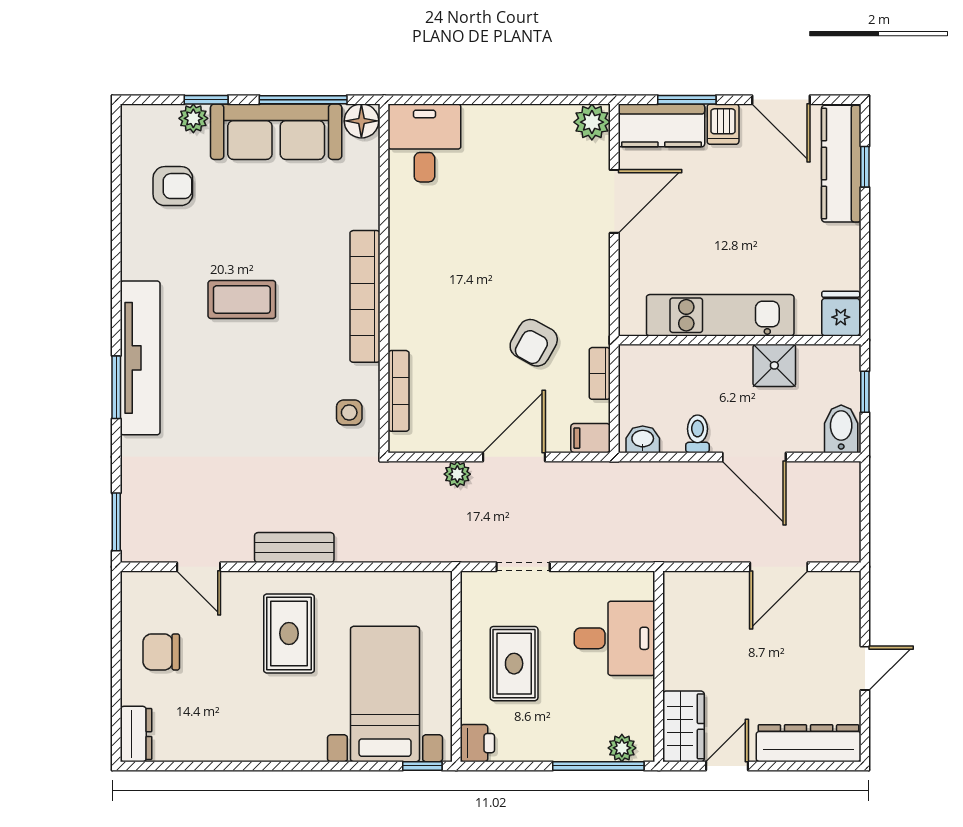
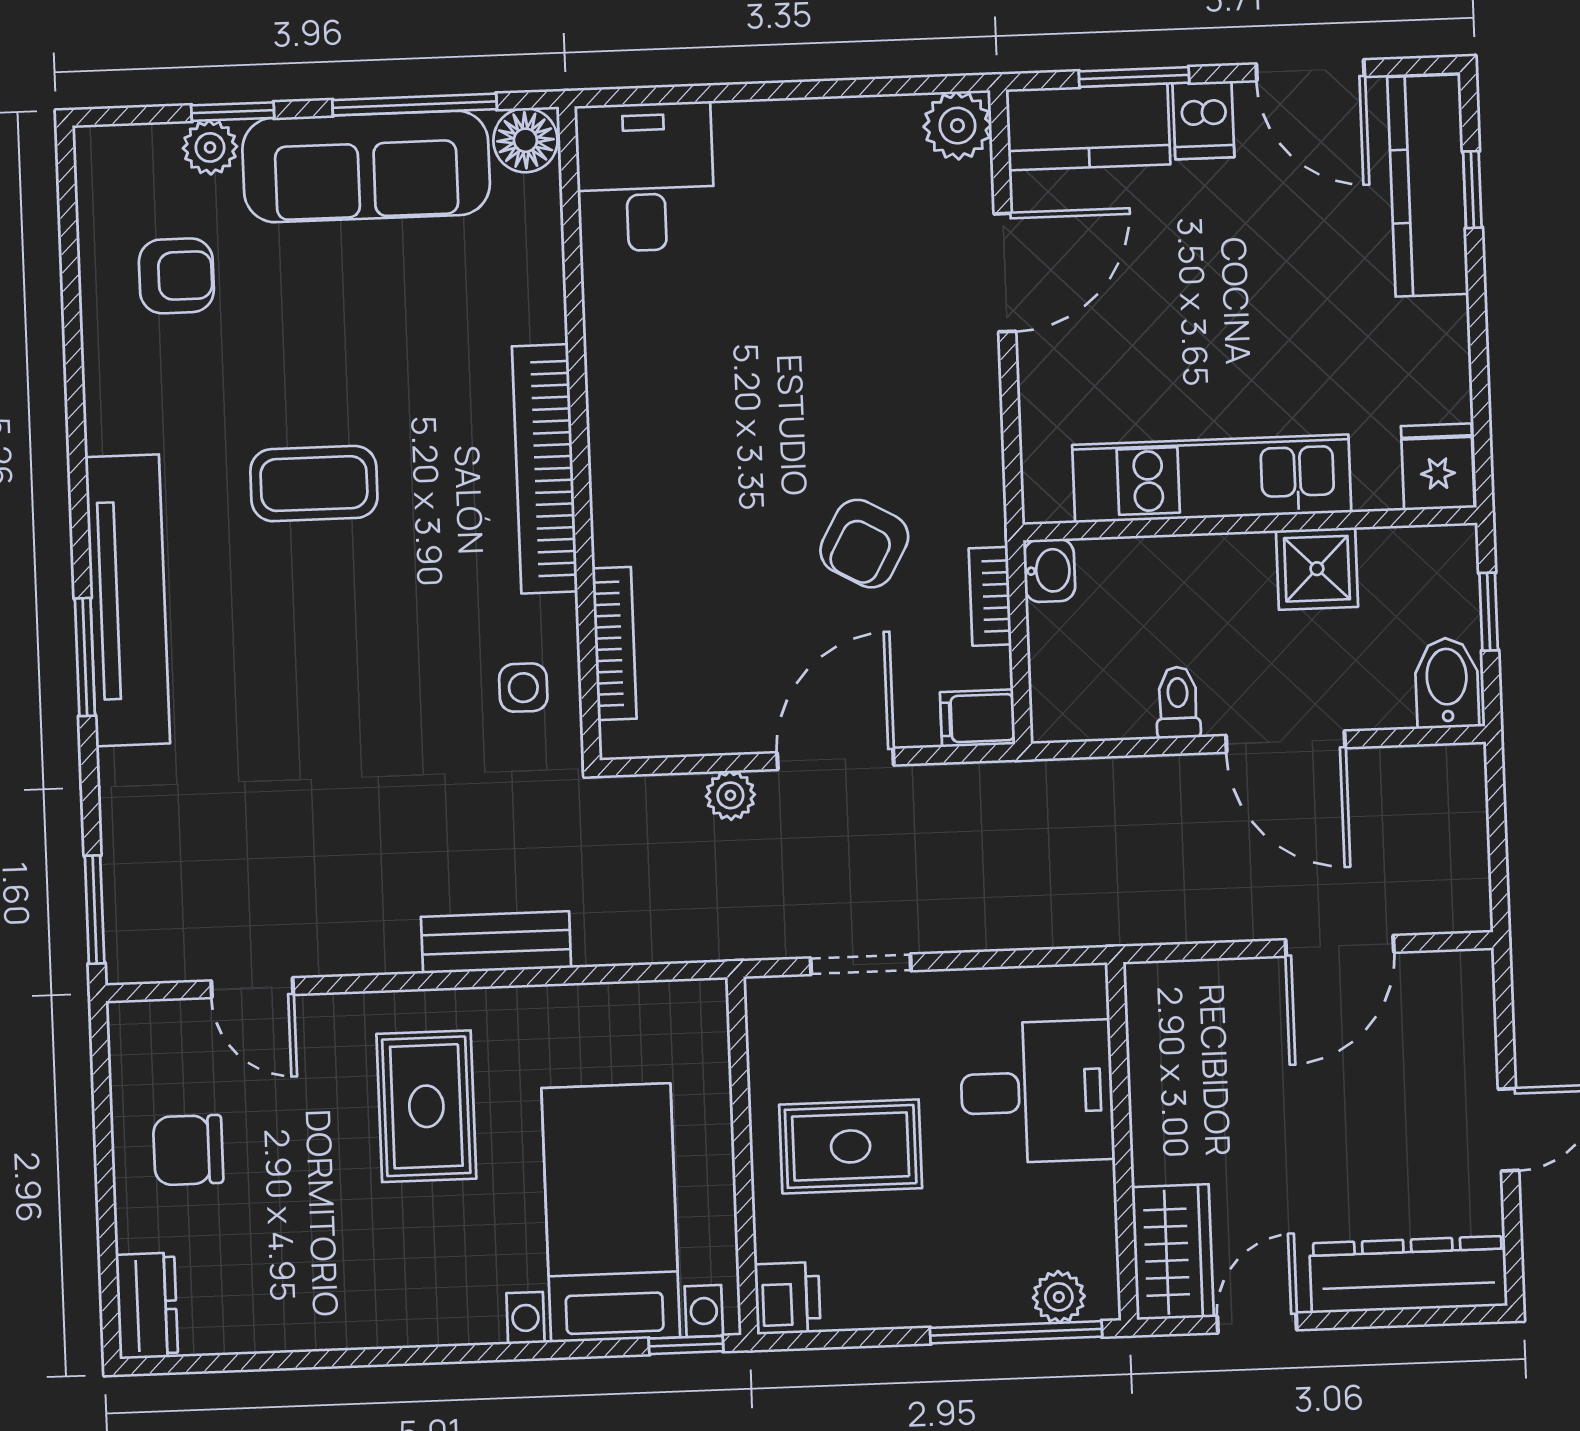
washbasin: (643, 439) -> (1049, 570), moved, turned 90
bench: (294, 548) -> (496, 942), moved
rug: (514, 664) -> (851, 1146), turned 90

